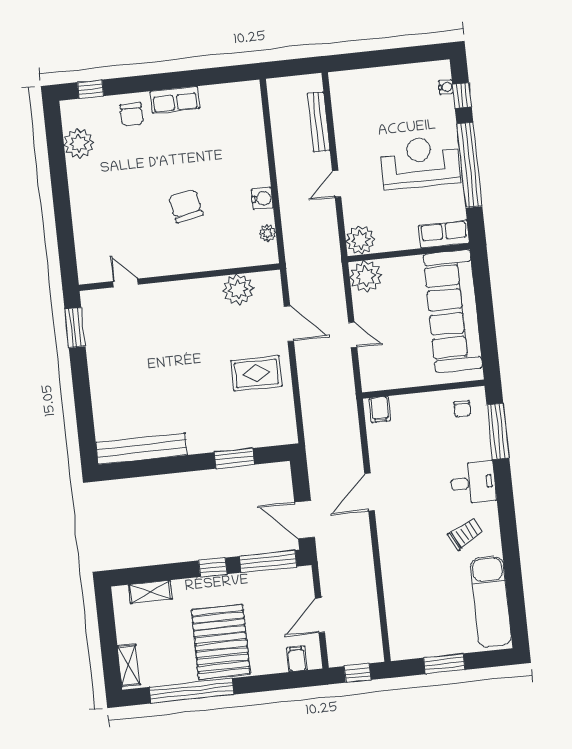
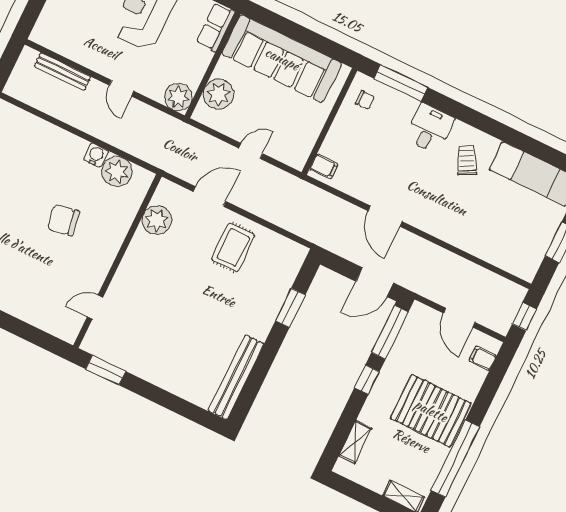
plant: (268, 233) -> (117, 171), width x1.87, depth x1.87
plant: (366, 276) -> (219, 94), moved

